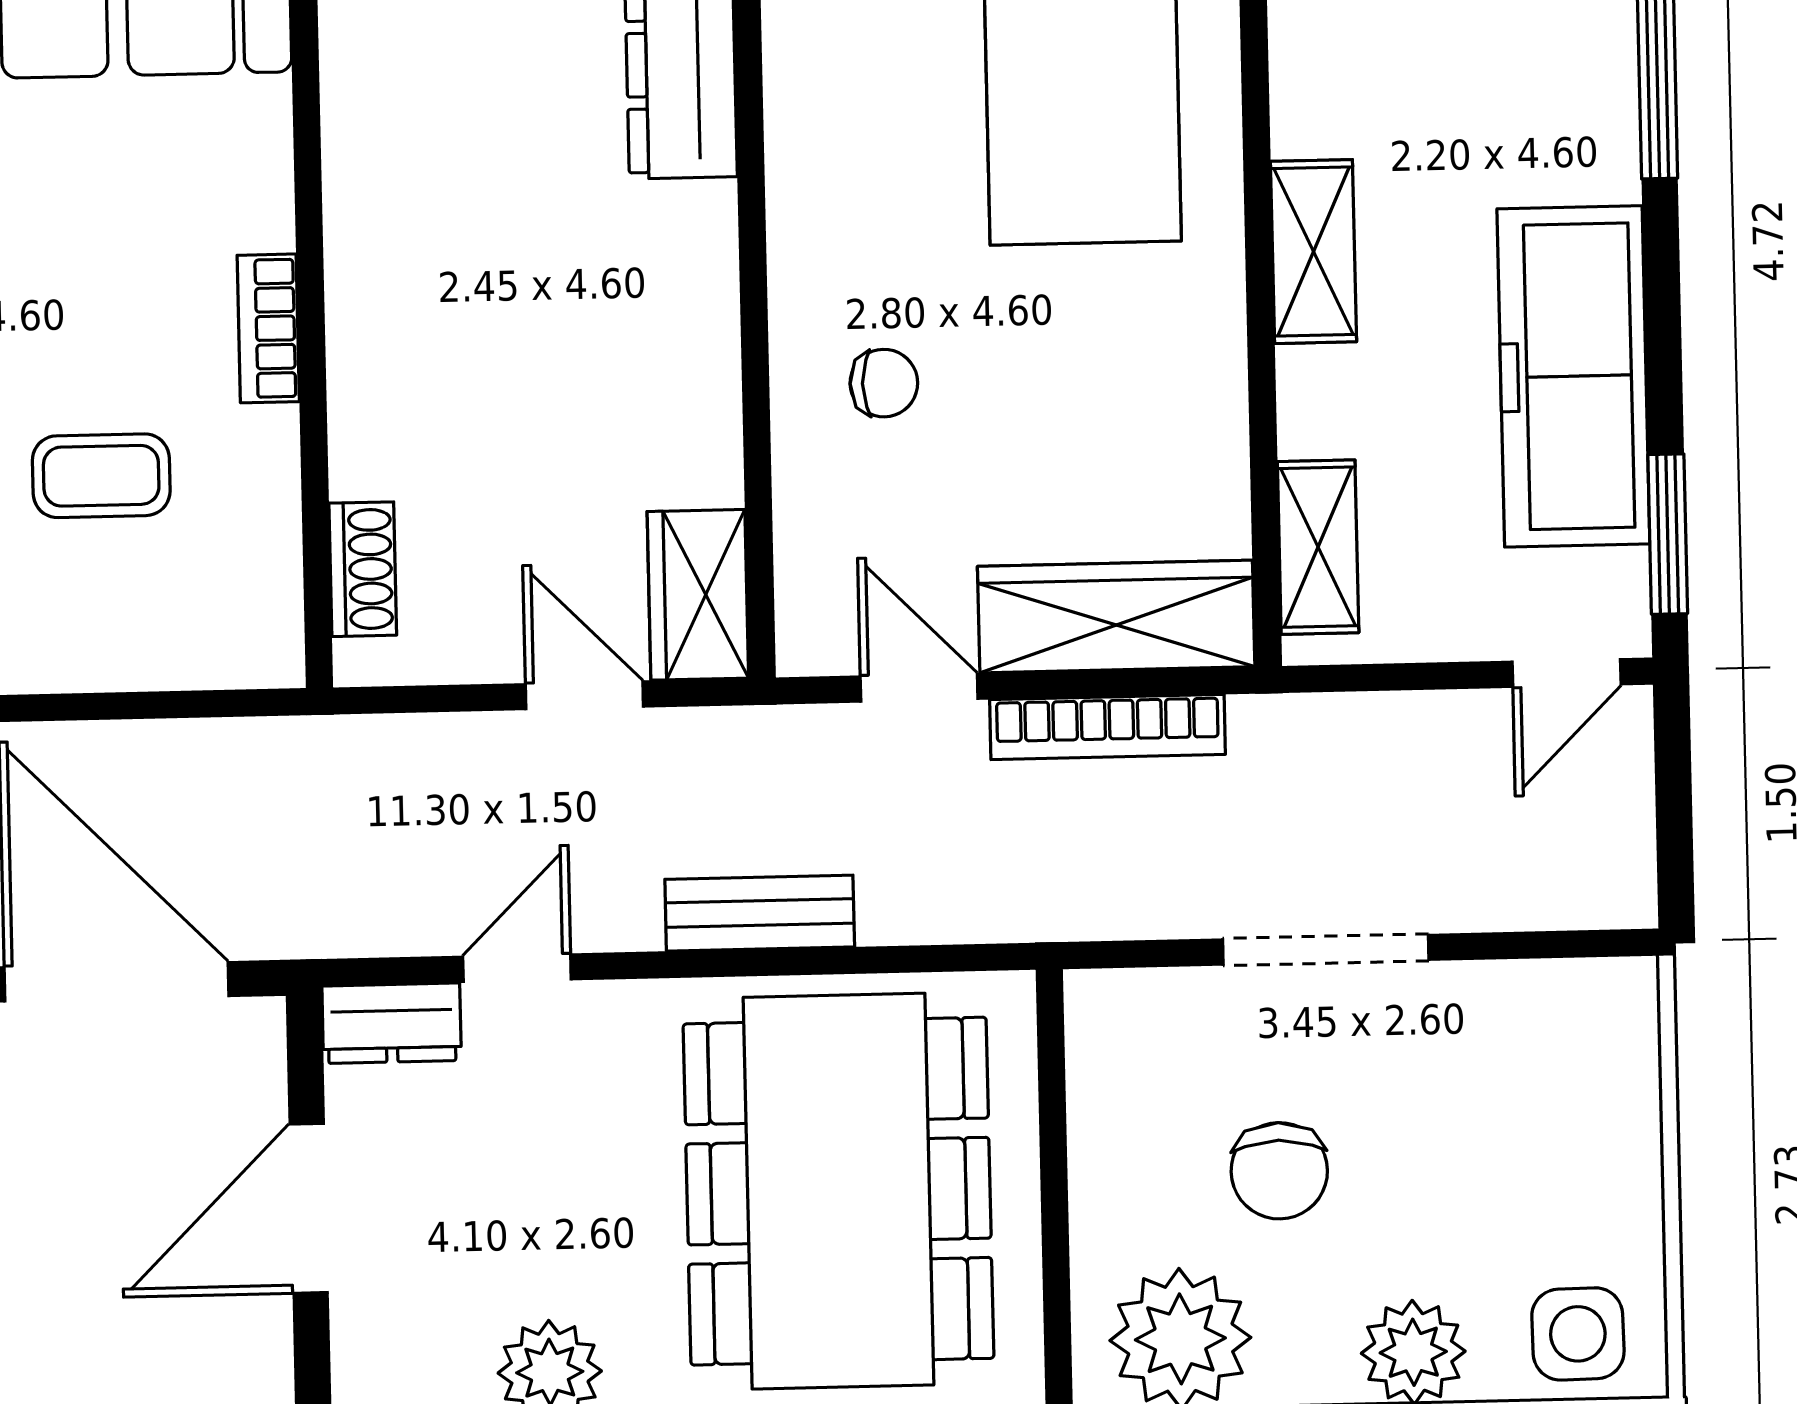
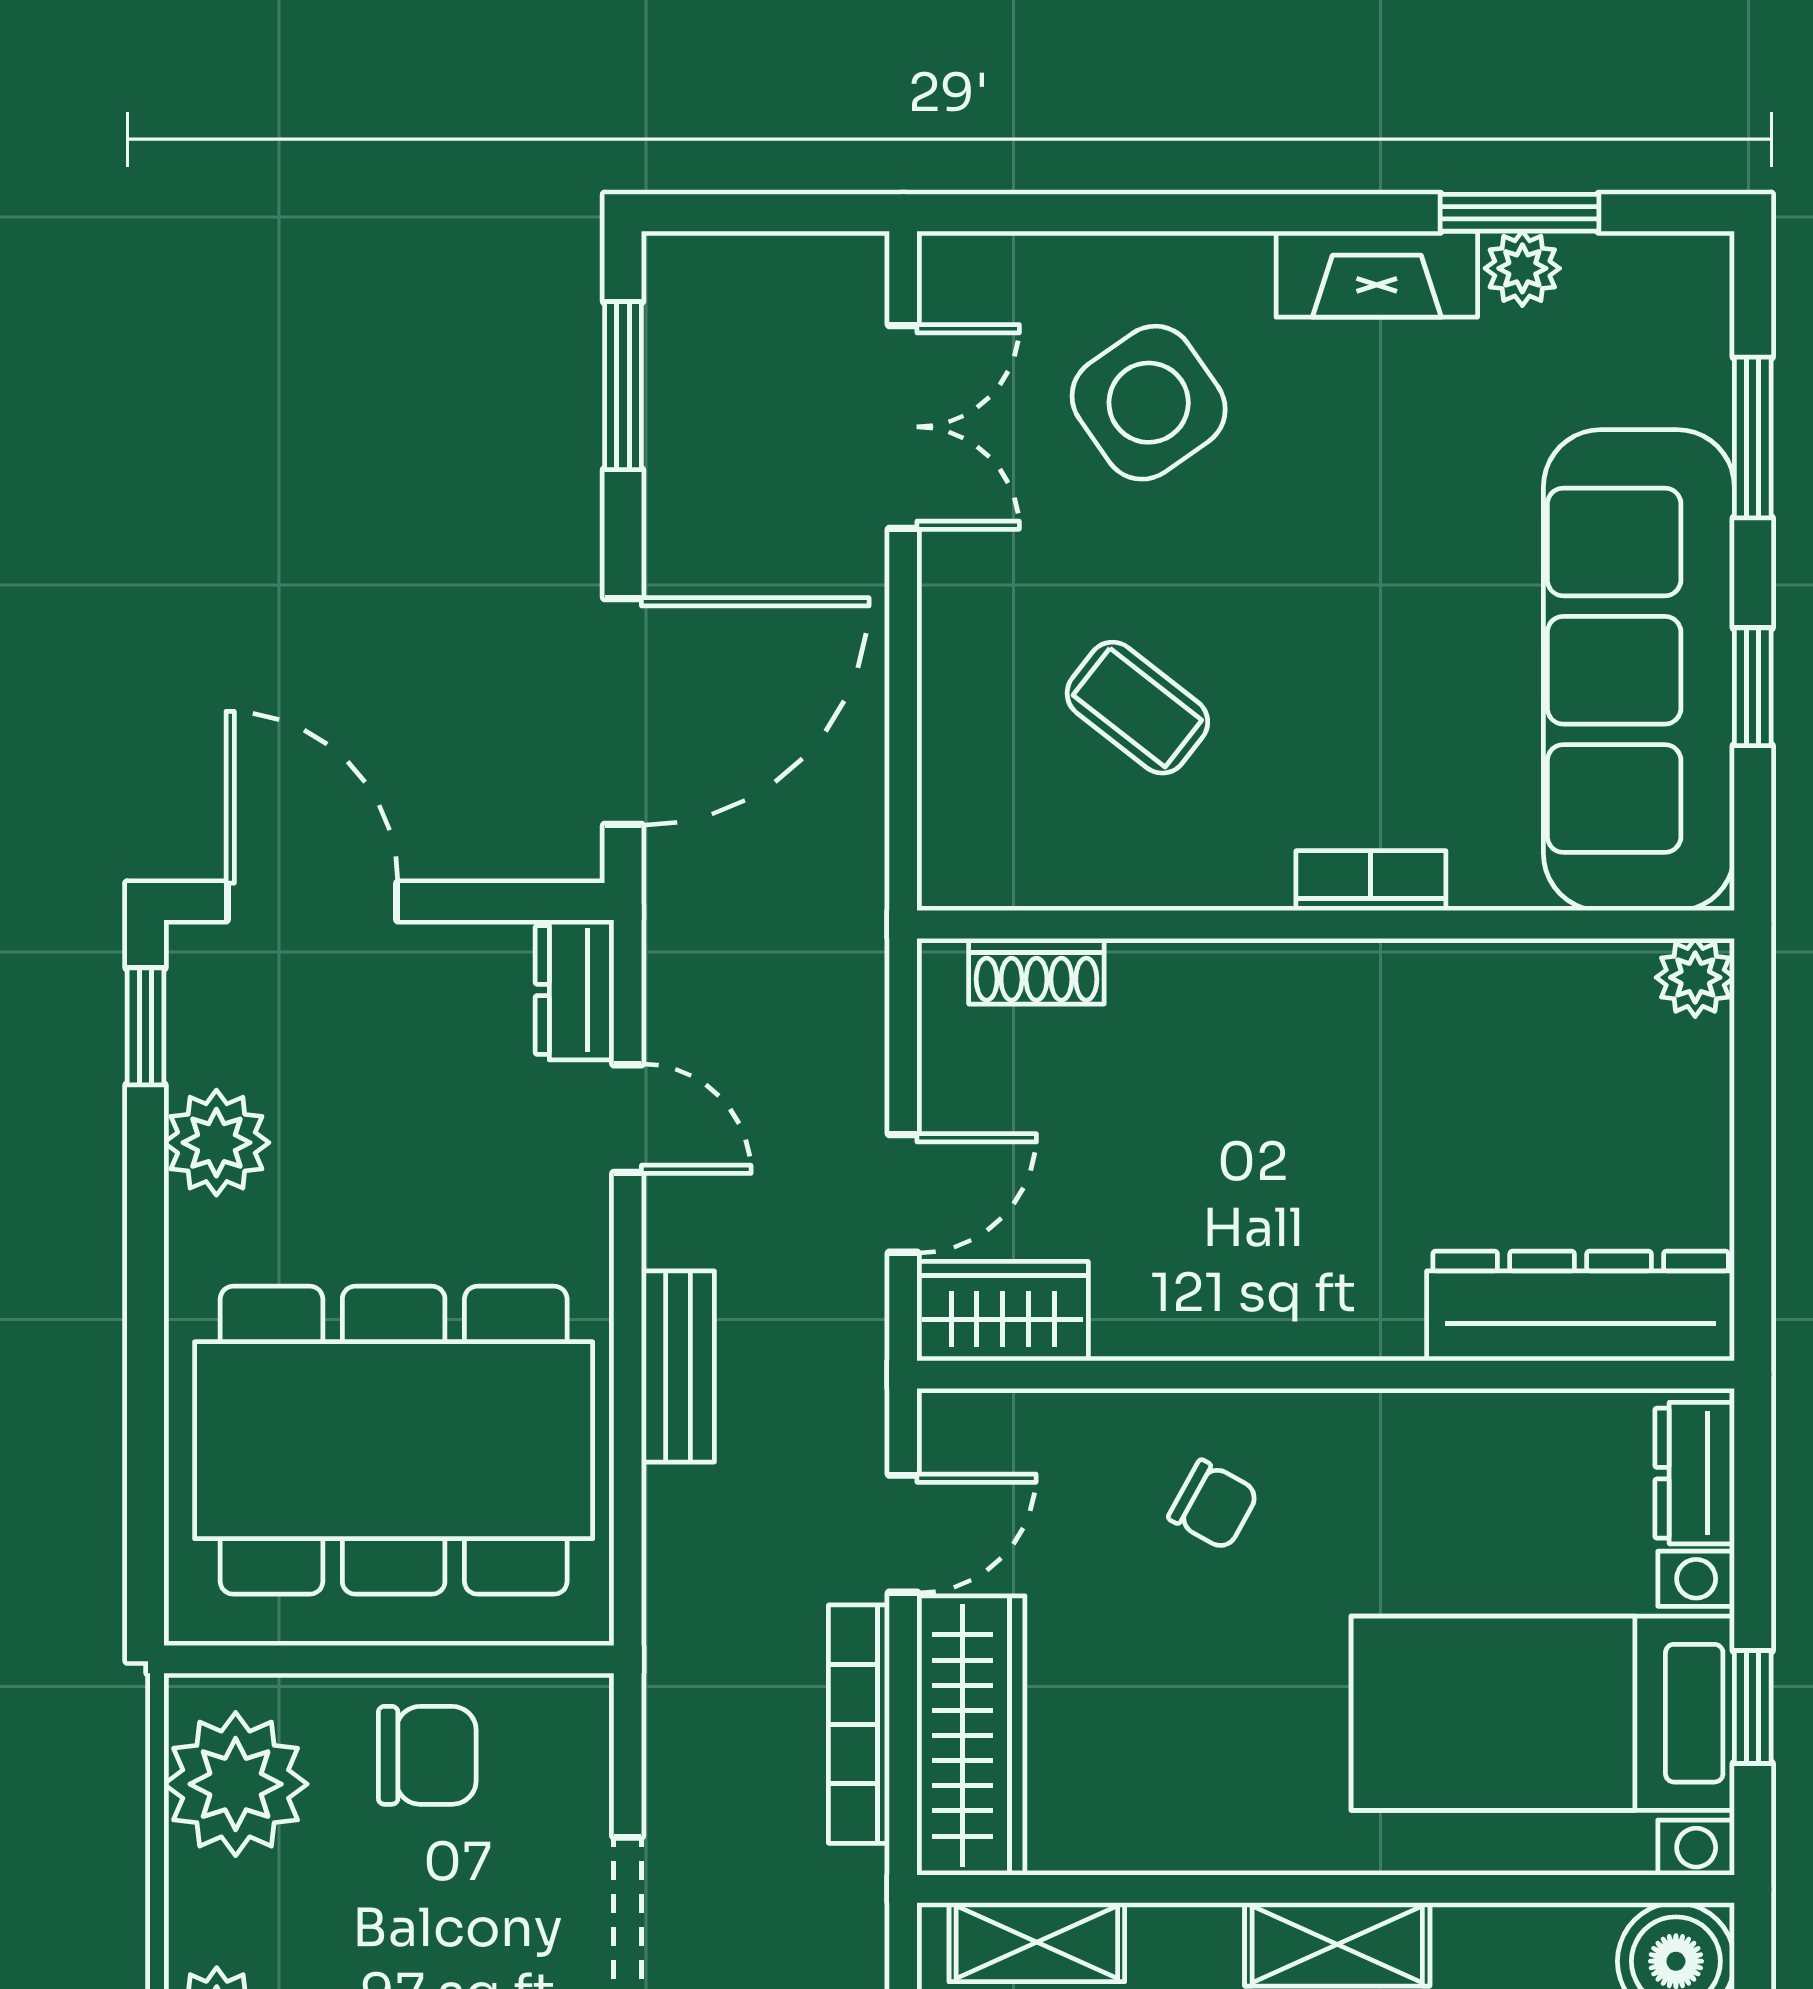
bookcase: (268, 328) -> (1371, 881), moved
chair: (884, 383) -> (1214, 1505), turned -61
coffee table: (101, 476) -> (1137, 708), turned -52
chair: (1279, 1171) -> (427, 1755), moved, turned 180
door: (309, 1208) -> (312, 902), moved

